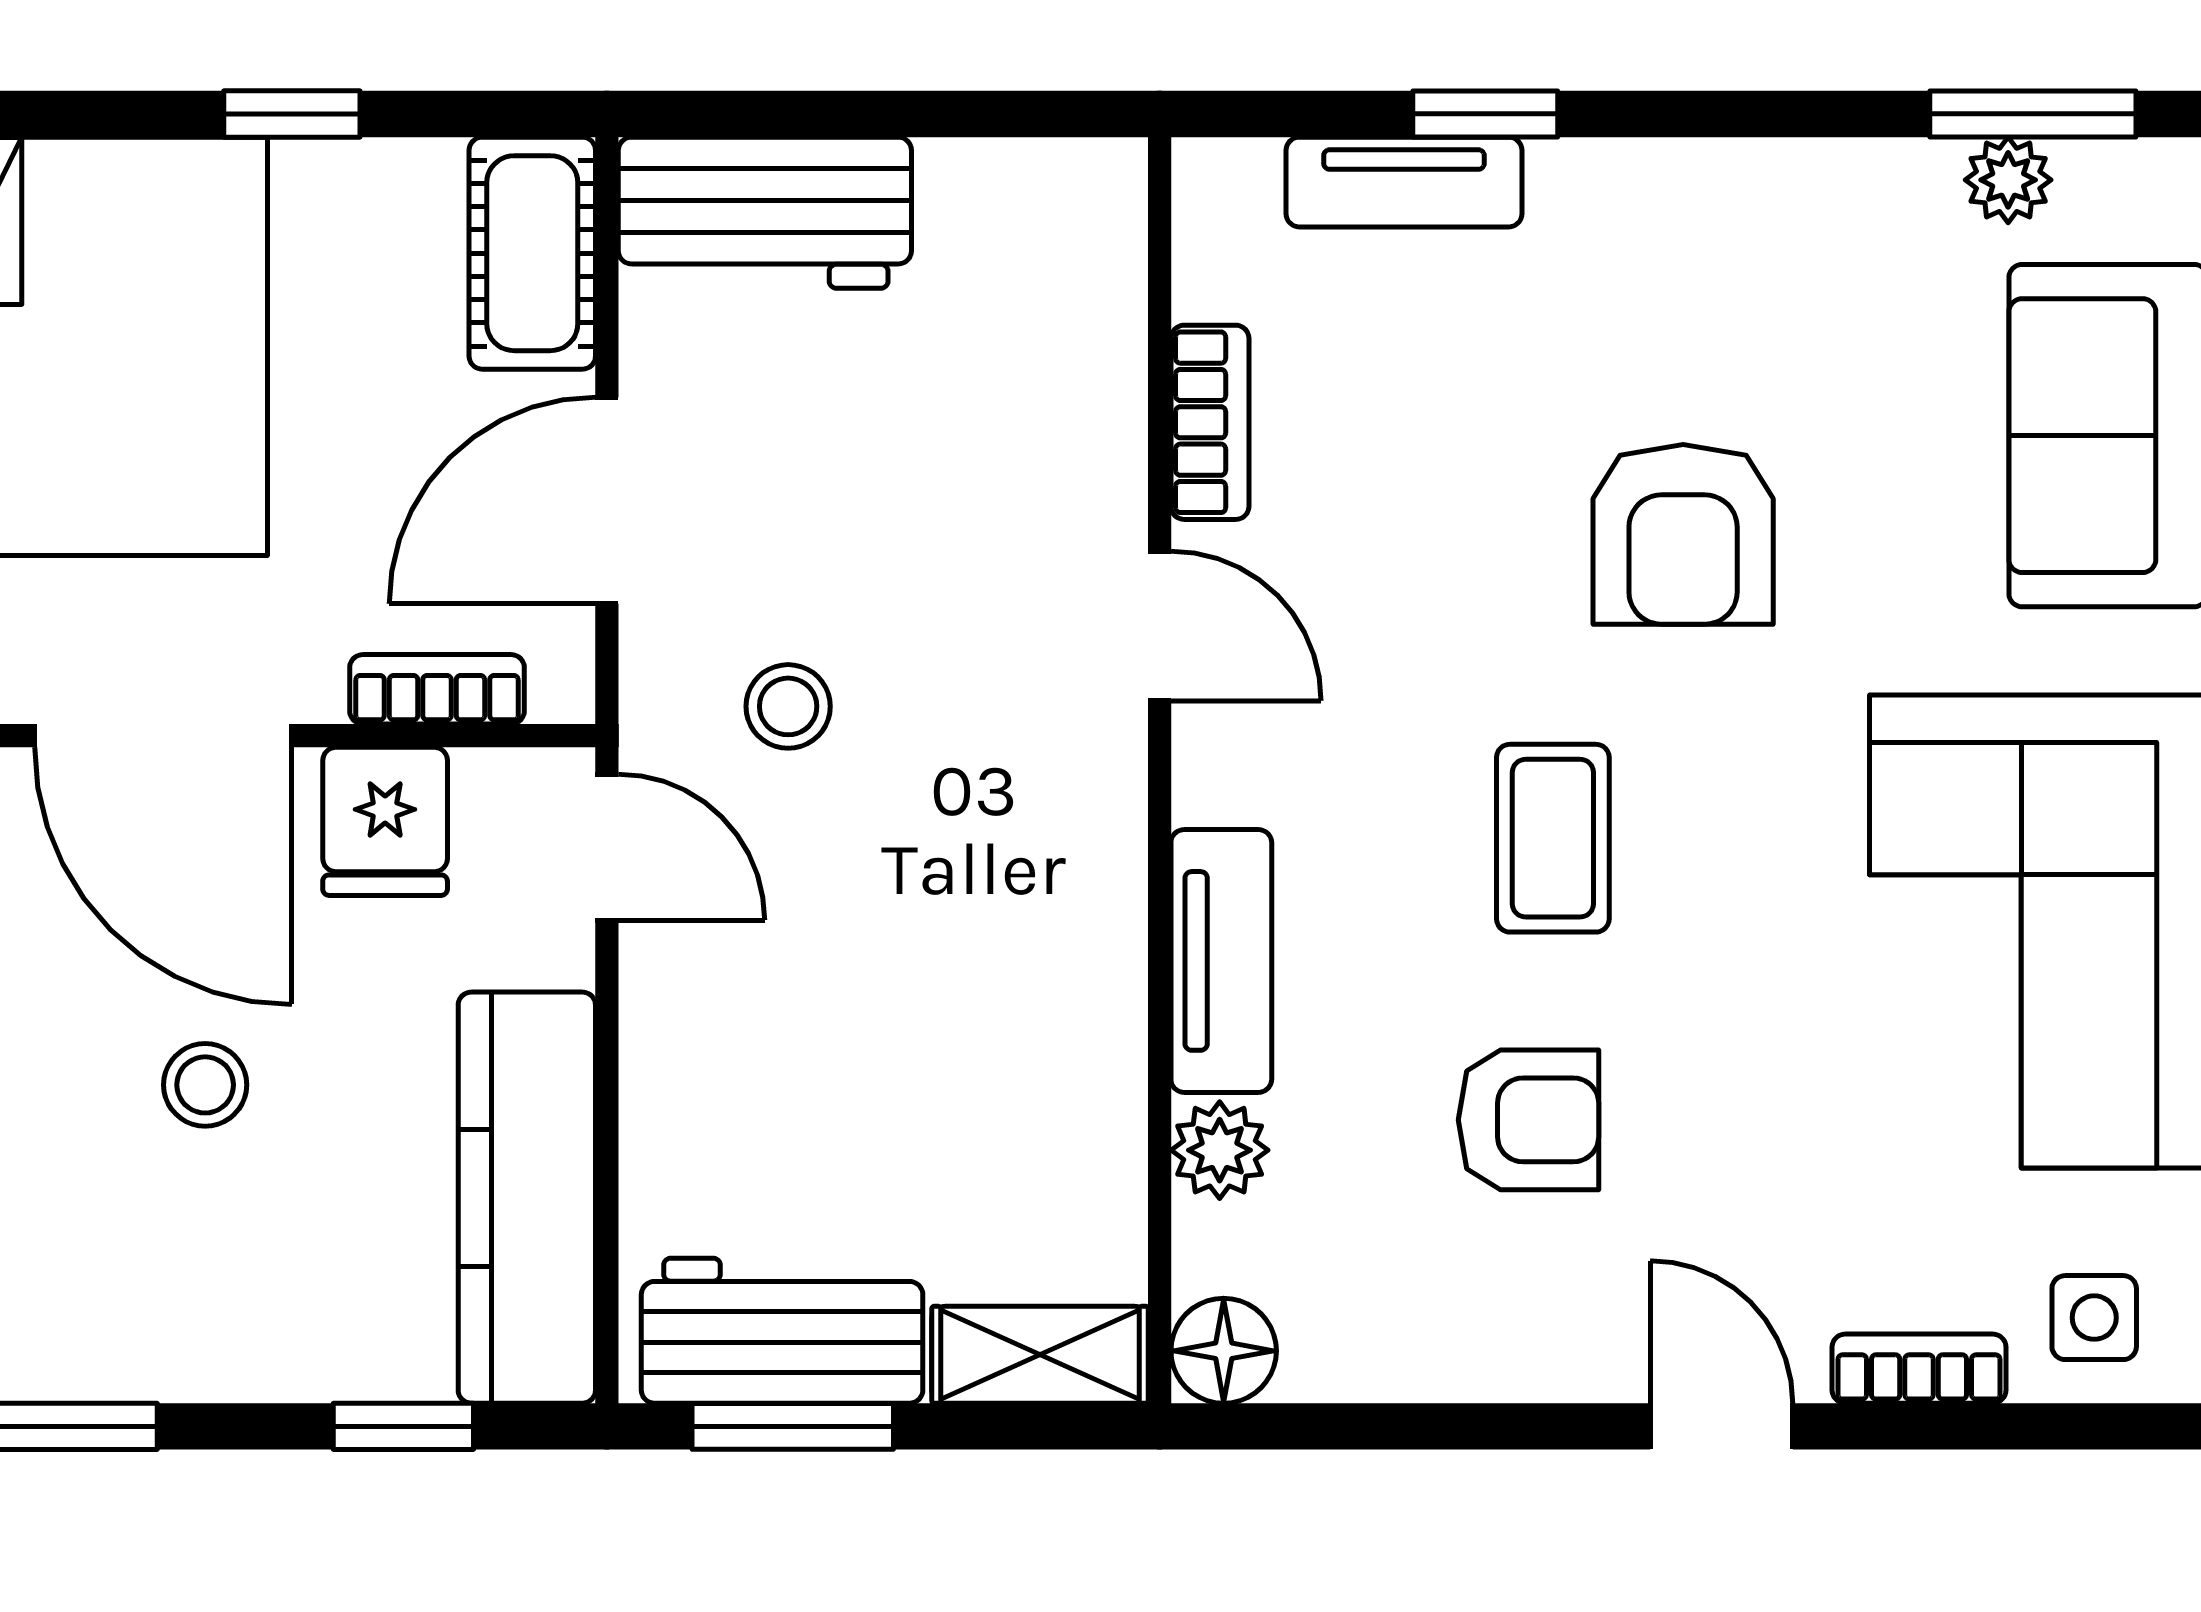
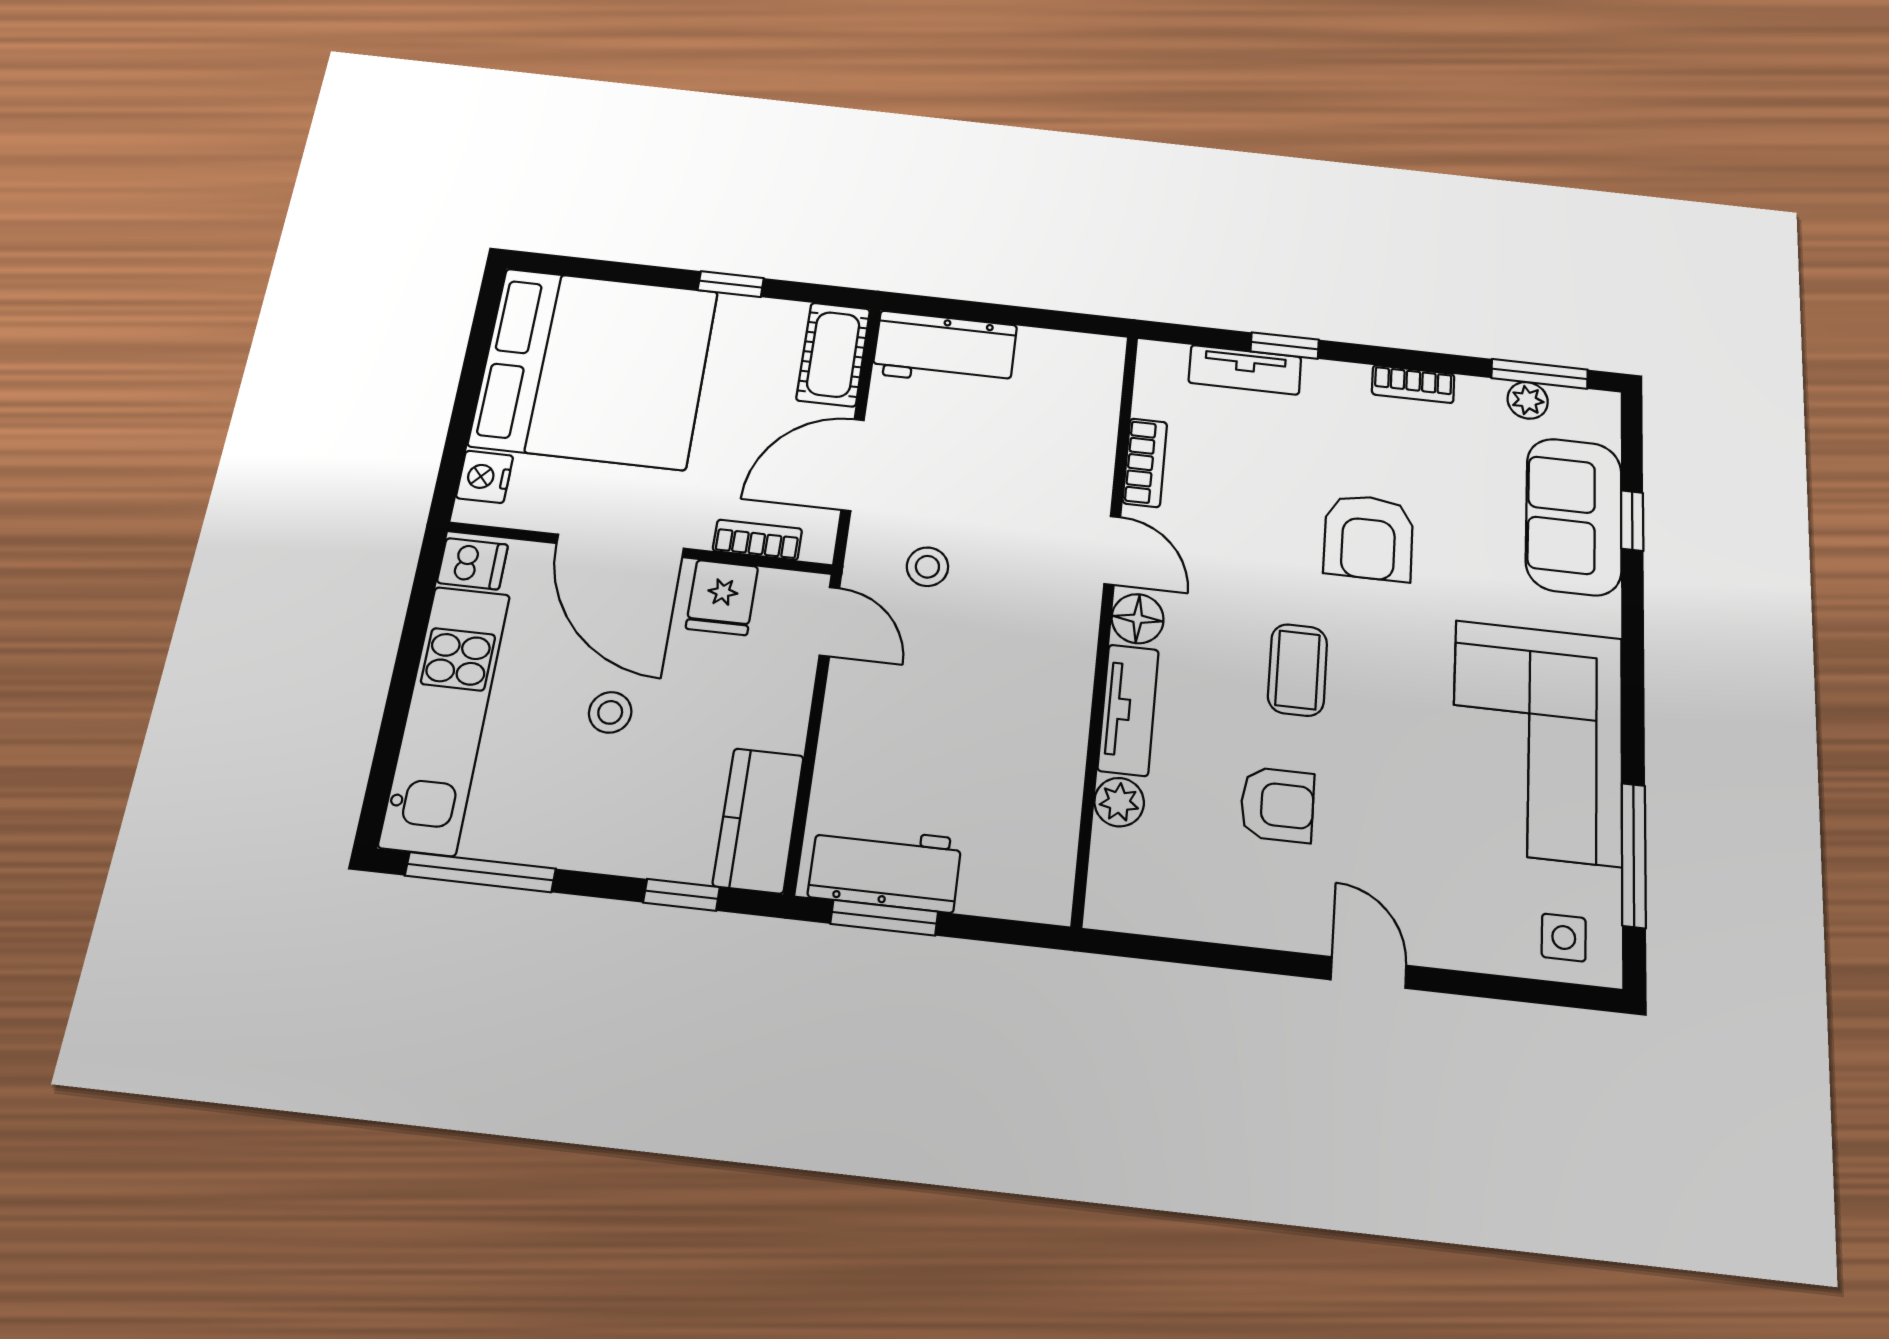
kitchen counter: (527, 1198) -> (758, 820), width x0.67
floor lamp: (1224, 1351) -> (1138, 619), moved
shelving: (1040, 1355) -> (1017, 895), removed
bookcase: (1919, 1369) -> (1413, 384), moved, turned 180

